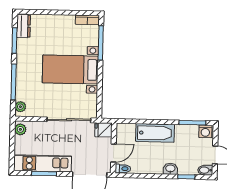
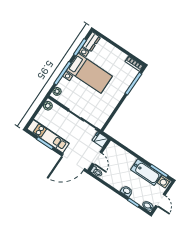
bed with nightstands: (70, 69) -> (89, 73), moved, turned 180
bathtub: (155, 133) -> (146, 172), moved
door: (114, 153) -> (97, 158), hinge flipped

